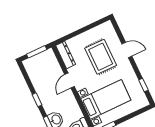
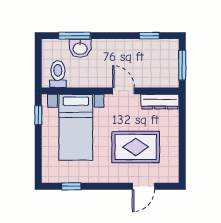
door: (127, 50) -> (143, 186), moved
window: (37, 100) -> (149, 36), moved

